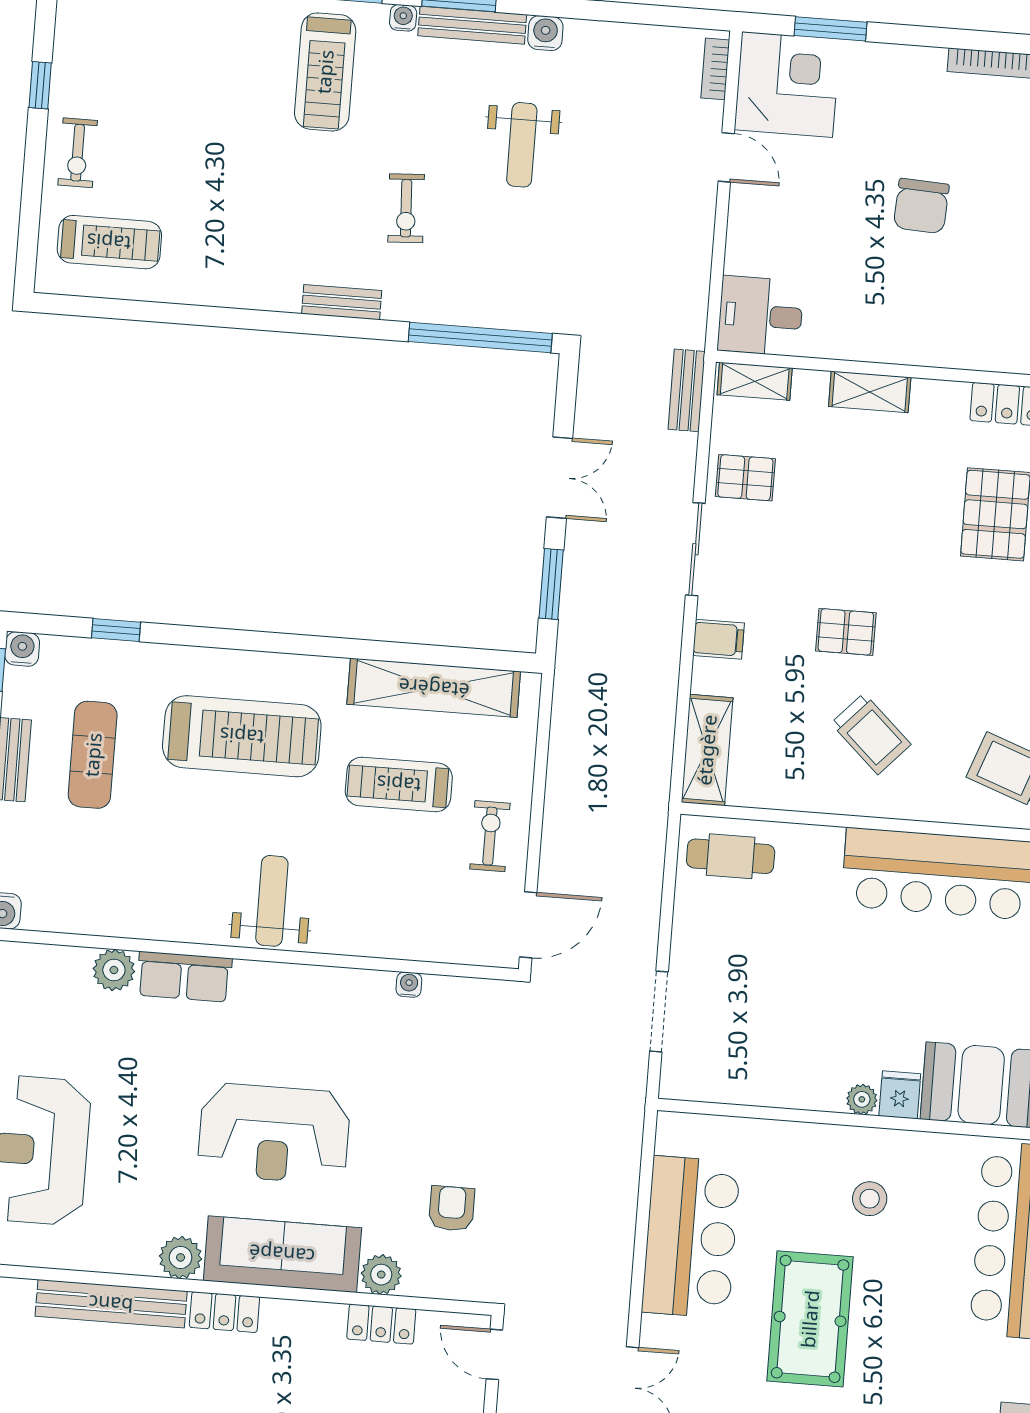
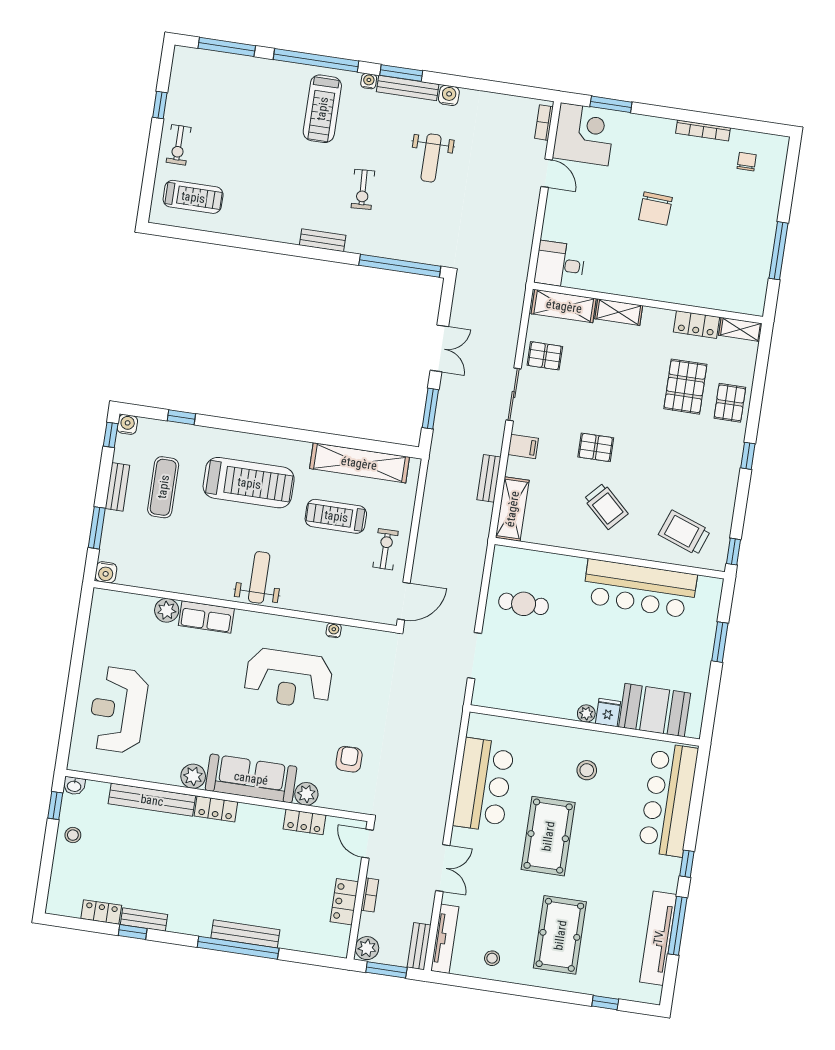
shelving: (755, 381) -> (564, 306), width x1.50, depth x1.33
bench: (687, 390) -> (489, 478), moved
cafe table: (731, 856) -> (524, 604), moved
reception desk: (274, 1133) -> (288, 679), moved

